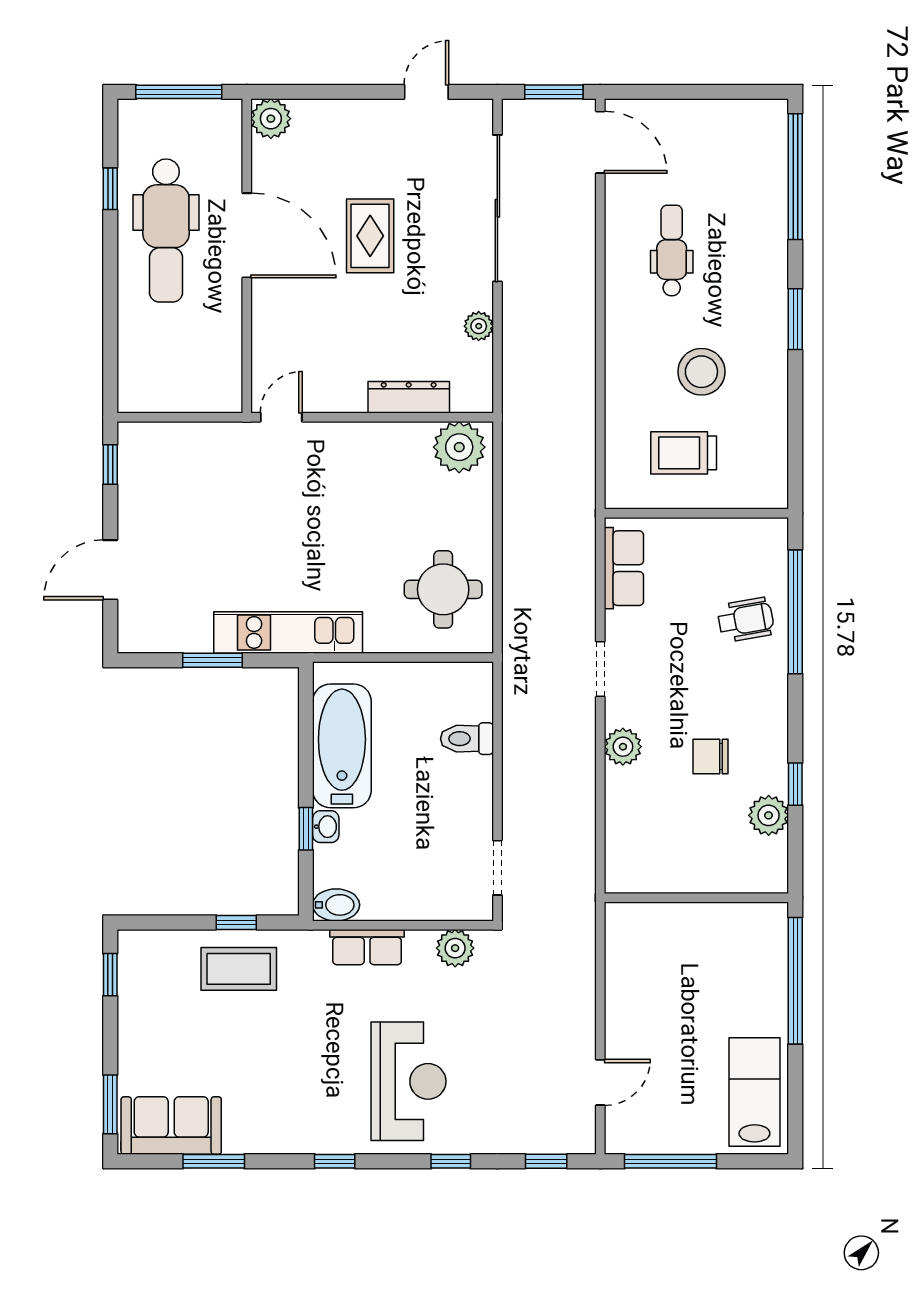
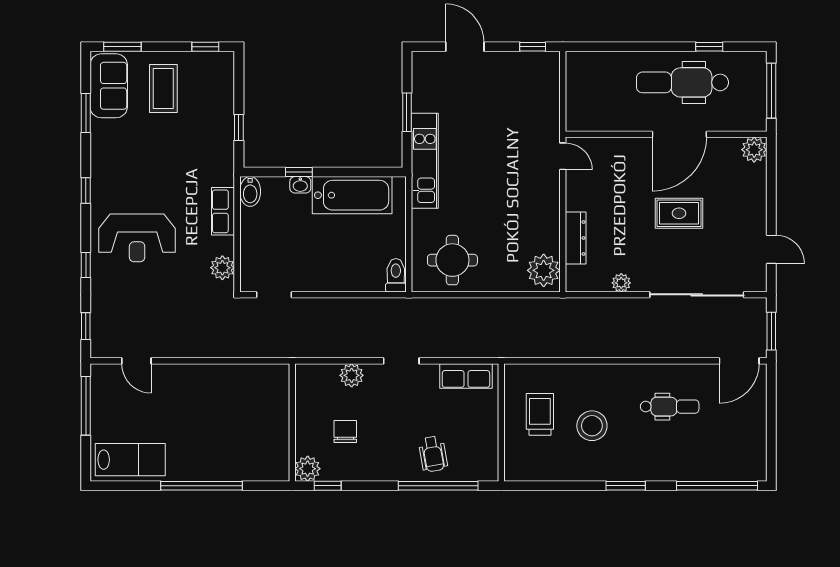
toilet: (467, 739) -> (396, 275), moved
wall: (696, 898) -> (292, 422), moved
coffee table: (239, 969) -> (163, 88), moved

